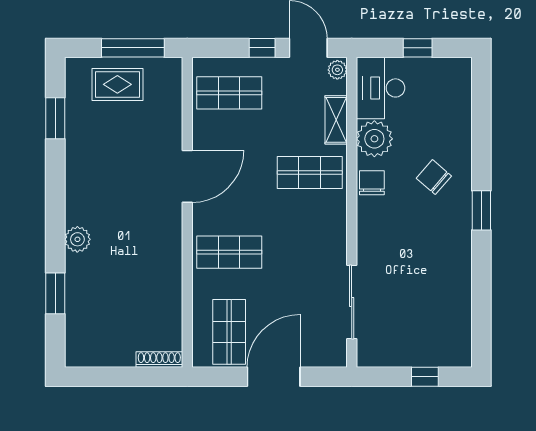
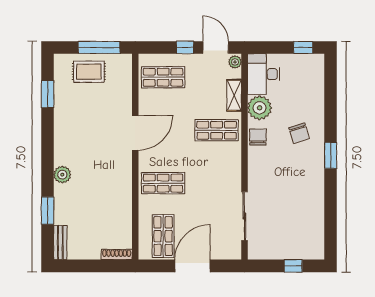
window: (418, 48) -> (303, 47), moved
chair: (434, 177) -> (299, 133), turned -148
bench: (74, 342) -> (60, 243), added

